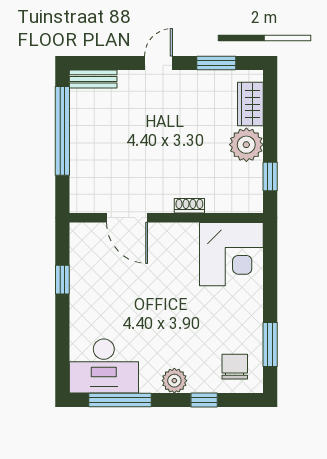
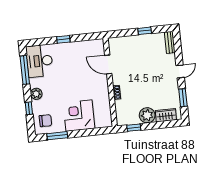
door: (159, 63) -> (180, 71), hinge flipped
window: (62, 131) -> (145, 31), width x0.32
door: (127, 218) -> (108, 64), hinge flipped
corner desk: (231, 254) -> (79, 116), moved, turned 90
window: (62, 280) -> (63, 39), moved

